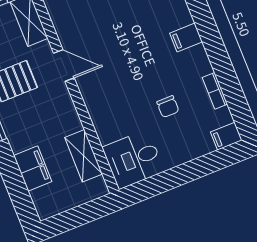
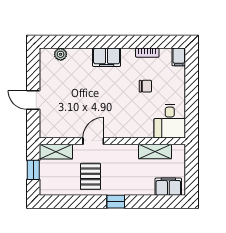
filing cabinet: (186, 37) -> (107, 57), width x2.00
filing cabinet: (33, 168) -> (168, 187), moved

